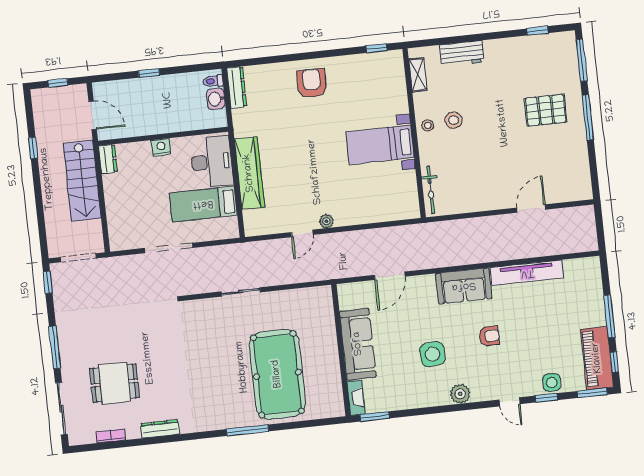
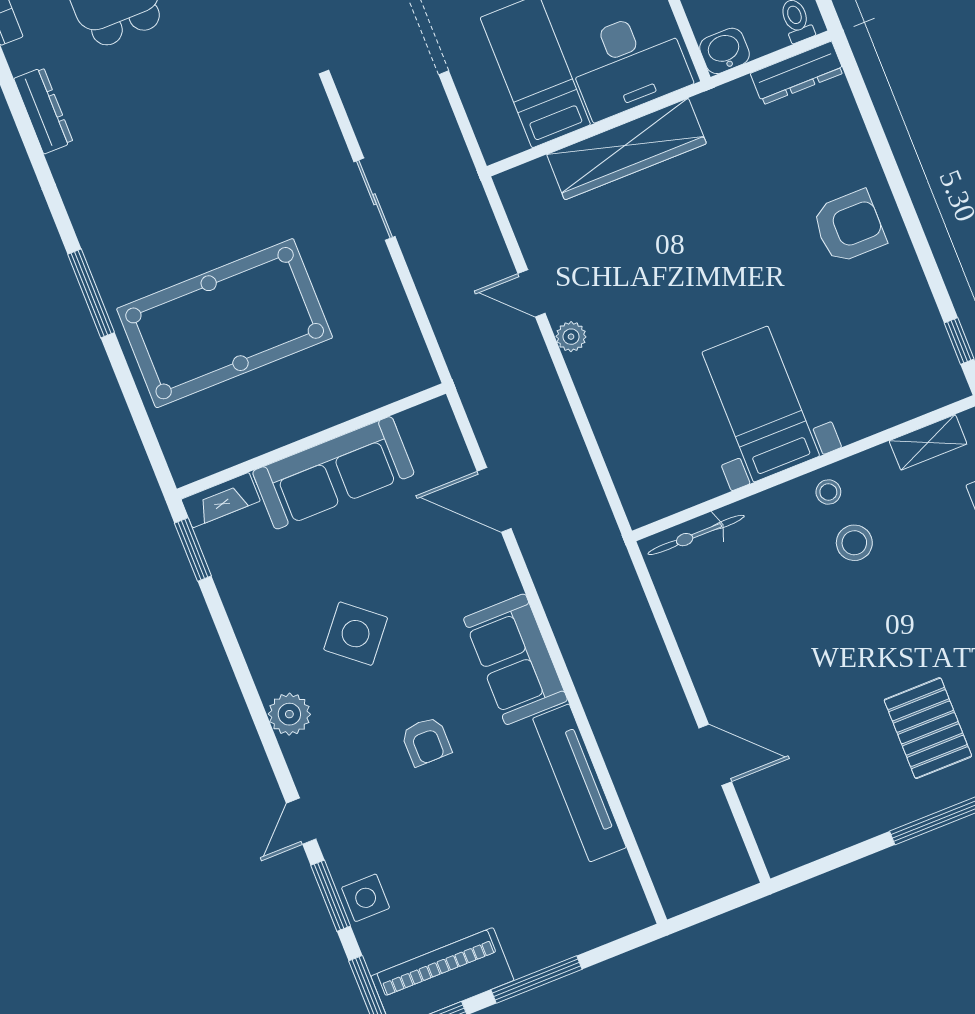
washbasin: (216, 99) -> (725, 51), moved
side table: (432, 354) -> (356, 634), turned 45
window: (546, 398) -> (331, 896), width x1.50

